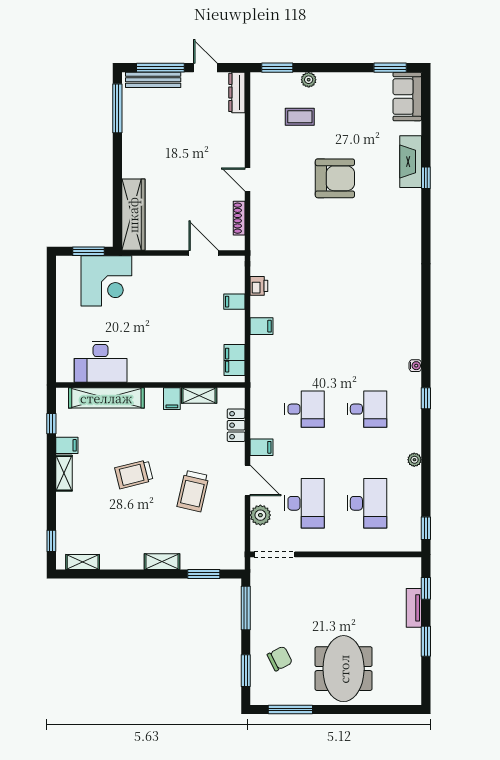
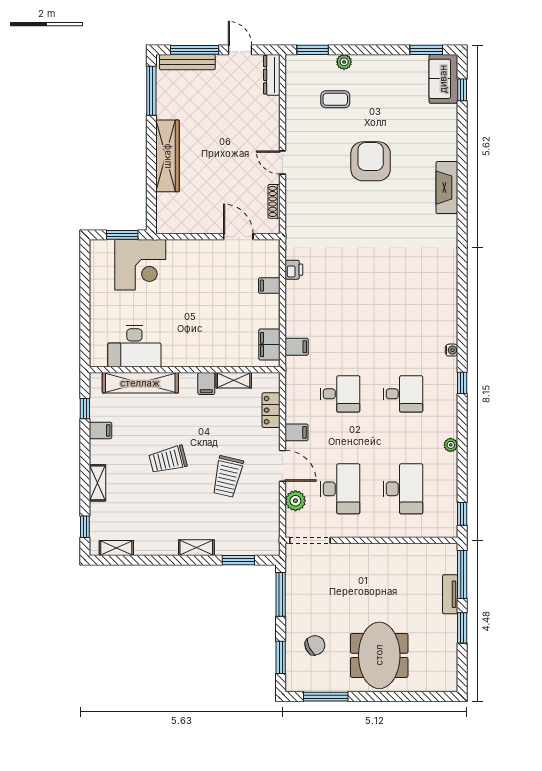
fireplace: (411, 162) -> (447, 188), moved
armchair: (335, 178) -> (371, 161), turned -90
window: (426, 178) -> (462, 90), moved
wardrobe: (133, 215) -> (167, 156), moved
filing cabinet: (262, 326) -> (297, 347), moved
shelving: (64, 473) -> (98, 483), moved
window: (426, 588) -> (462, 574), width x2.17

